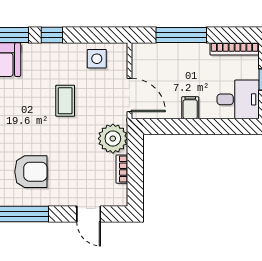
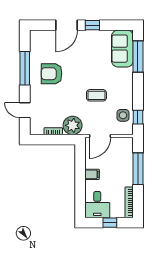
window: (52, 35) -> (138, 117), moved
armchair: (31, 172) -> (52, 74), turned 90
door: (89, 214) -> (25, 110), hinge flipped

